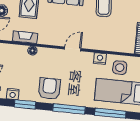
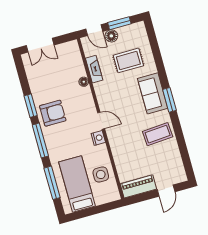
nightstand: (100, 59) -> (98, 138), moved
nightstand: (13, 94) -> (33, 79), removed
window: (25, 104) -> (31, 106), moved

